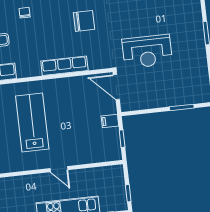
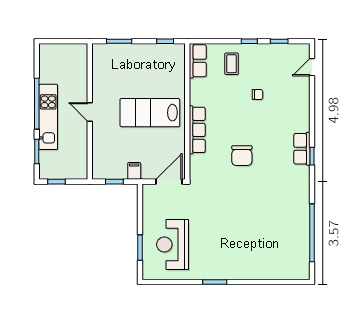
reception desk: (147, 51) -> (173, 244), moved
lab bench: (32, 122) -> (150, 113), moved, turned 180
door: (59, 169) -> (90, 112), hinge flipped

